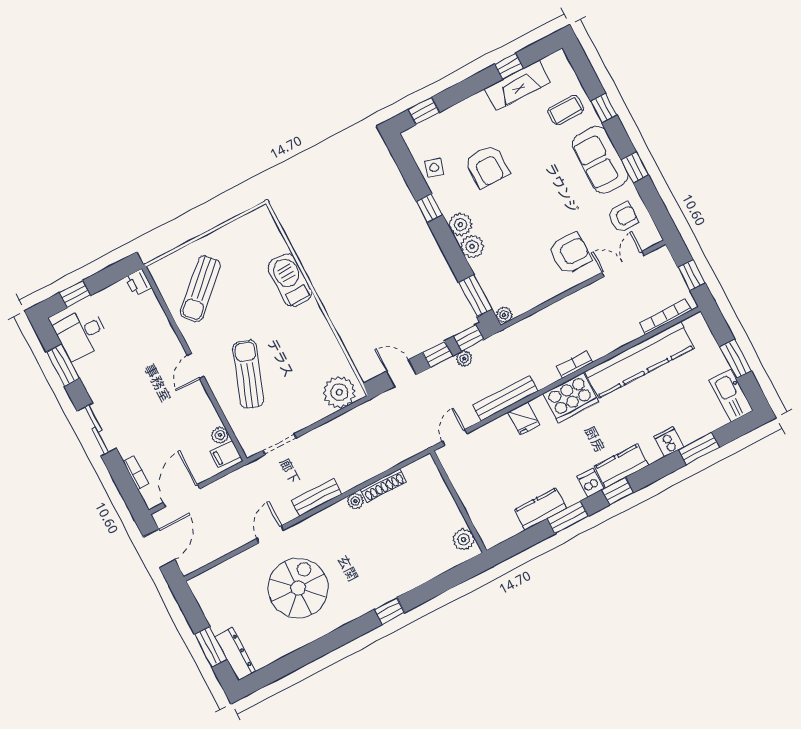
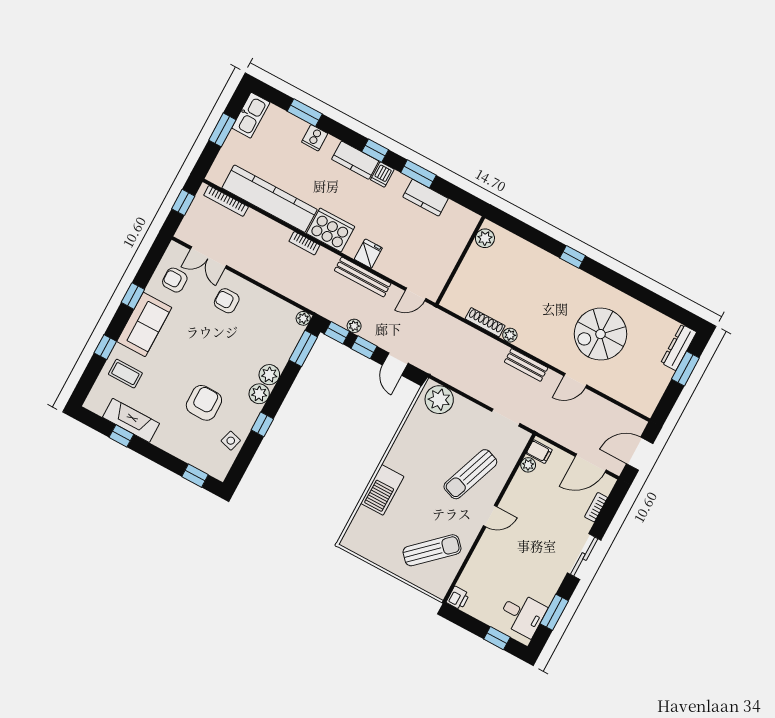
armchair: (570, 253) -> (227, 301), width x0.72, depth x0.72

